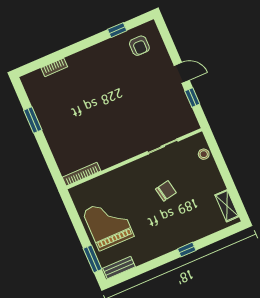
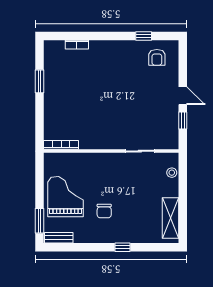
chair: (166, 191) -> (104, 211), moved, turned 101
shelving: (227, 206) -> (171, 218), width x1.50, depth x1.33

